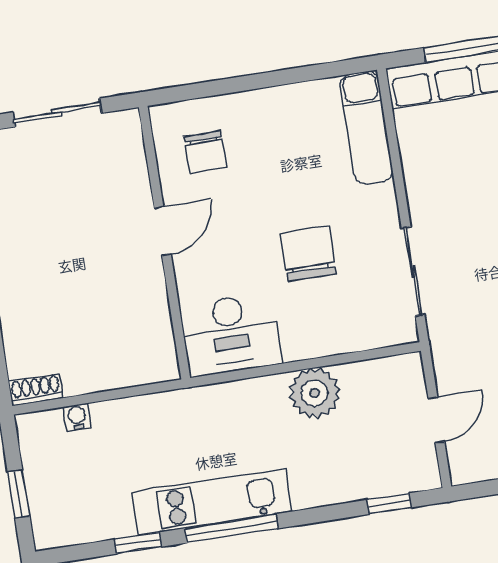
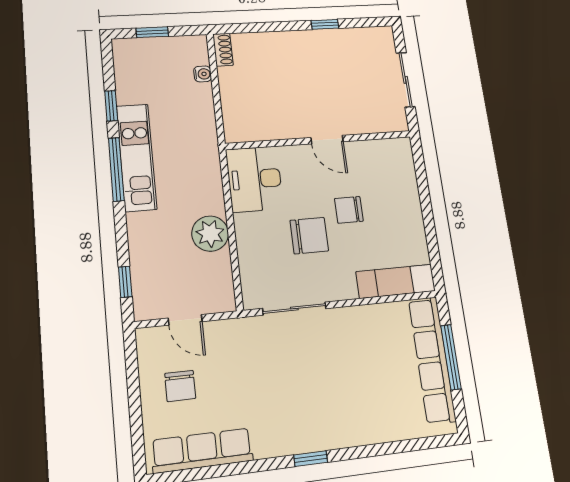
chair: (205, 152) -> (349, 210), moved

